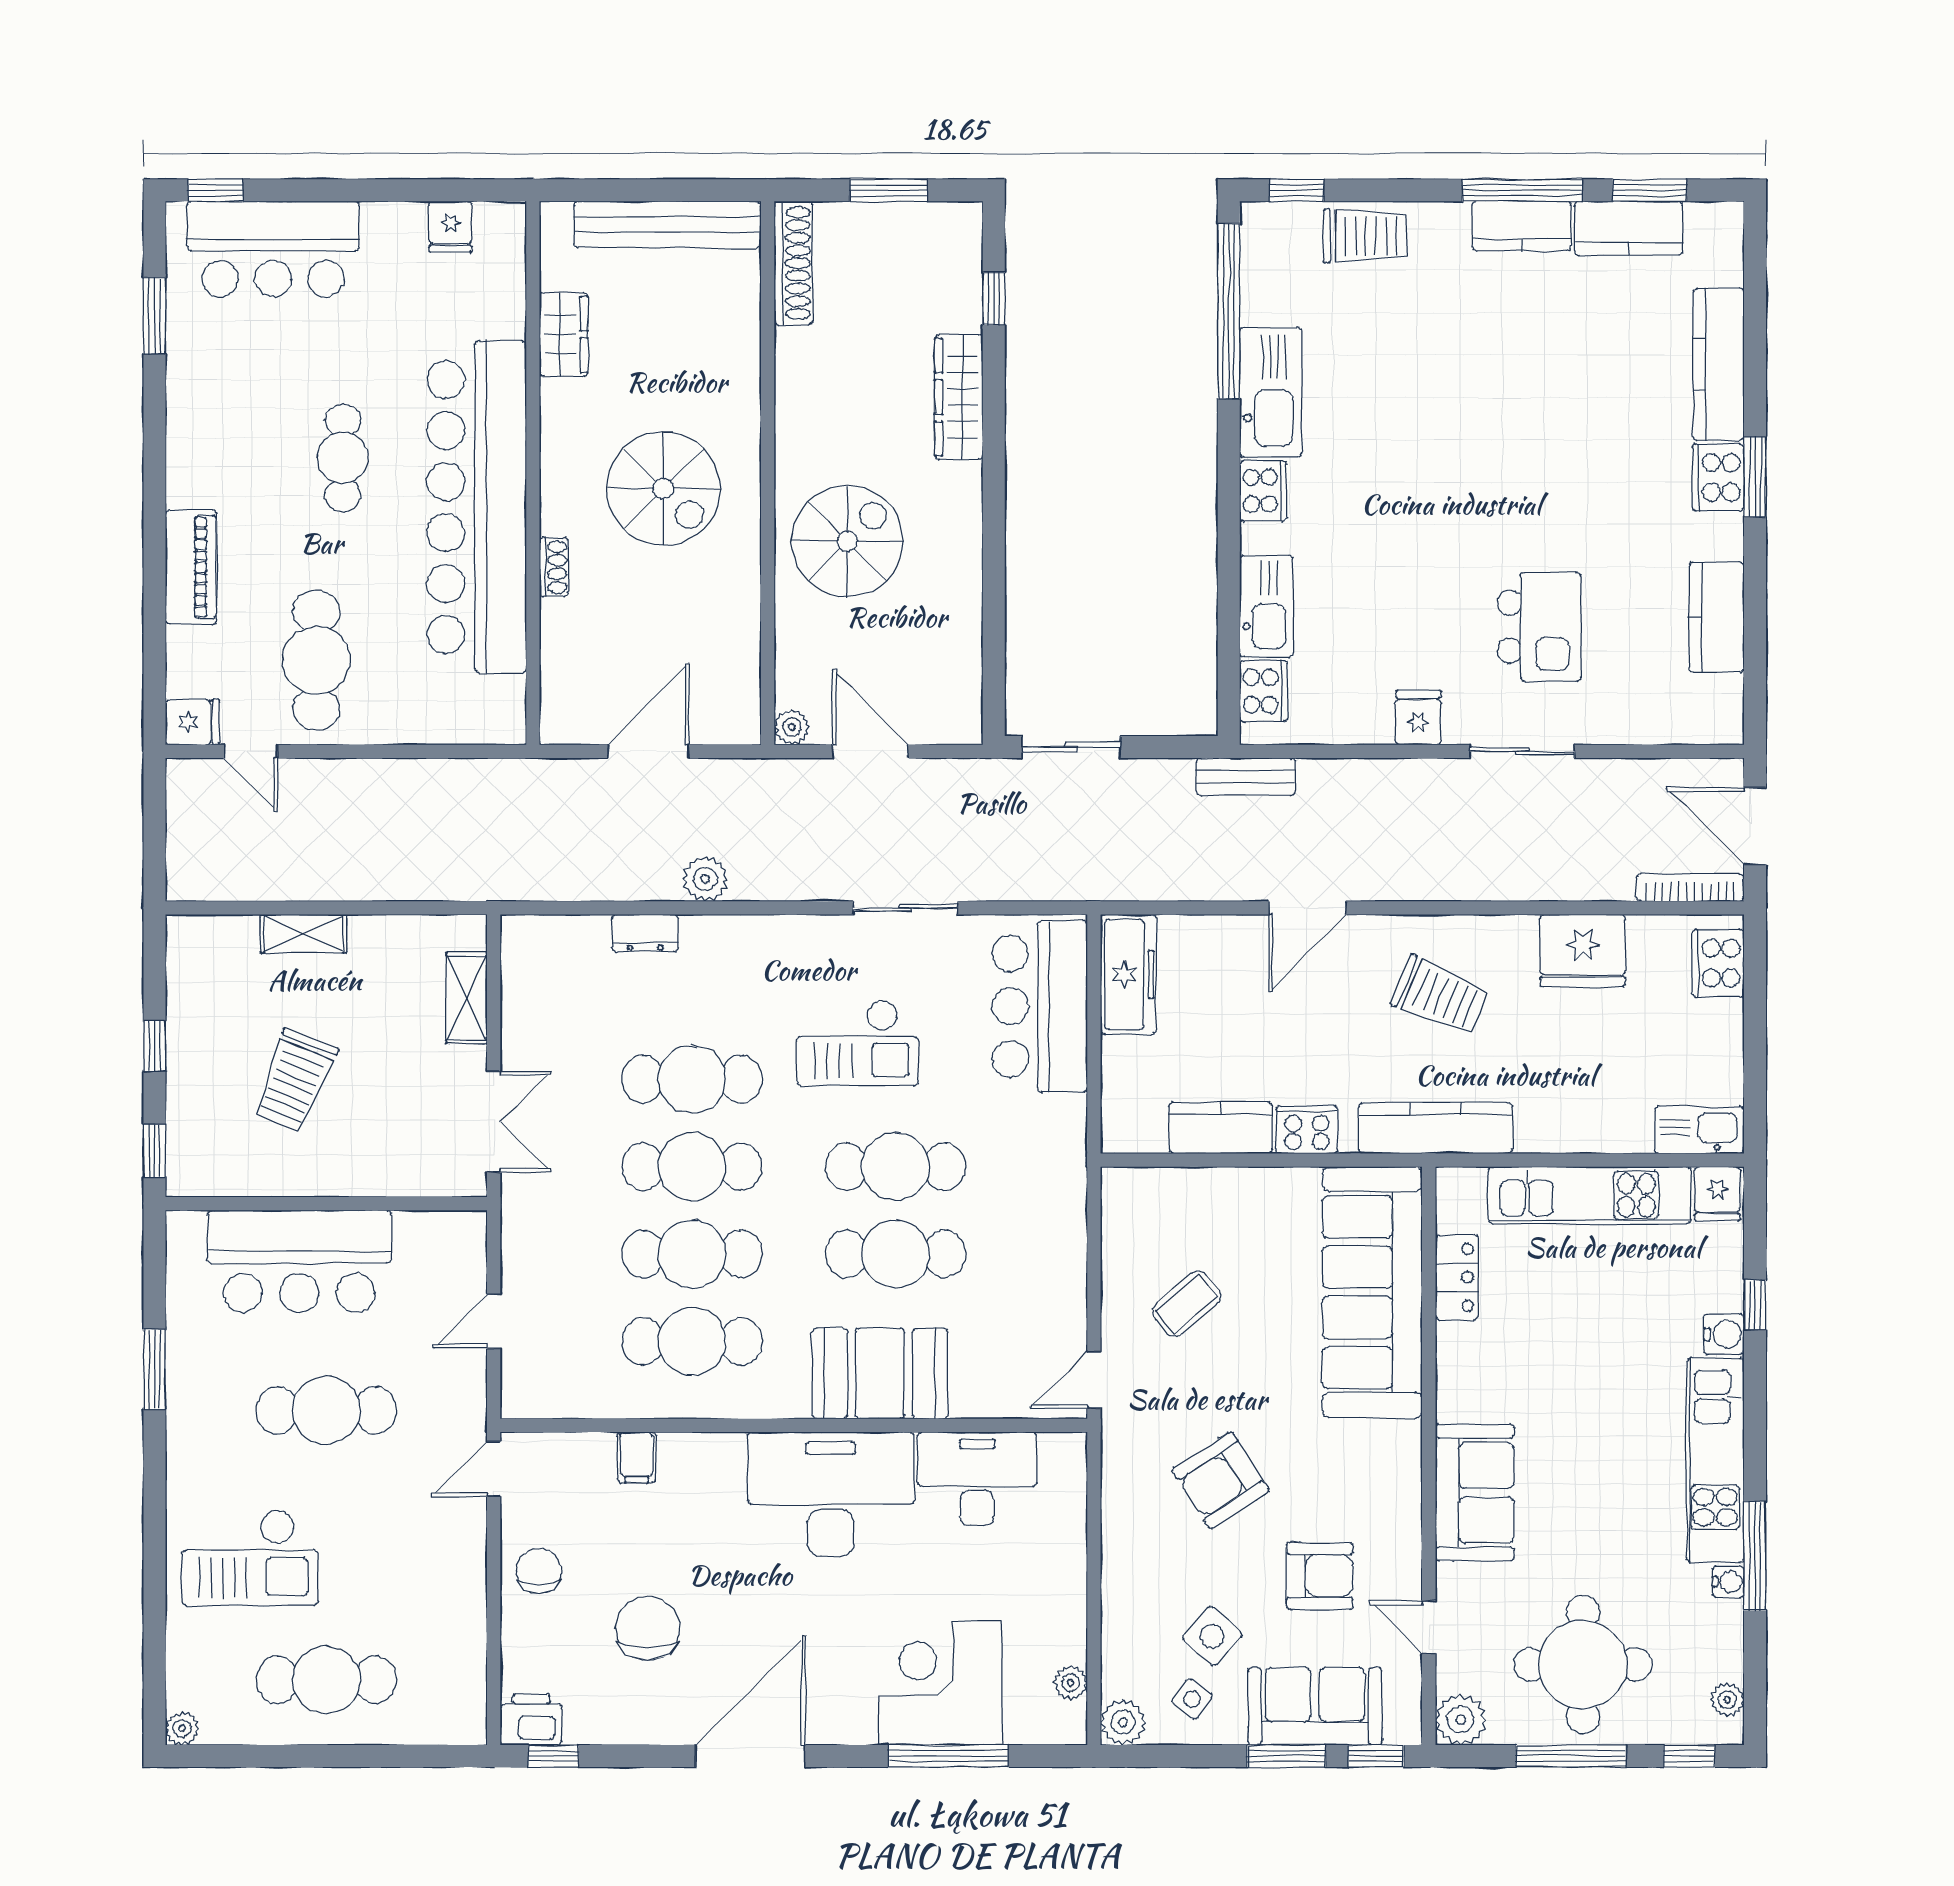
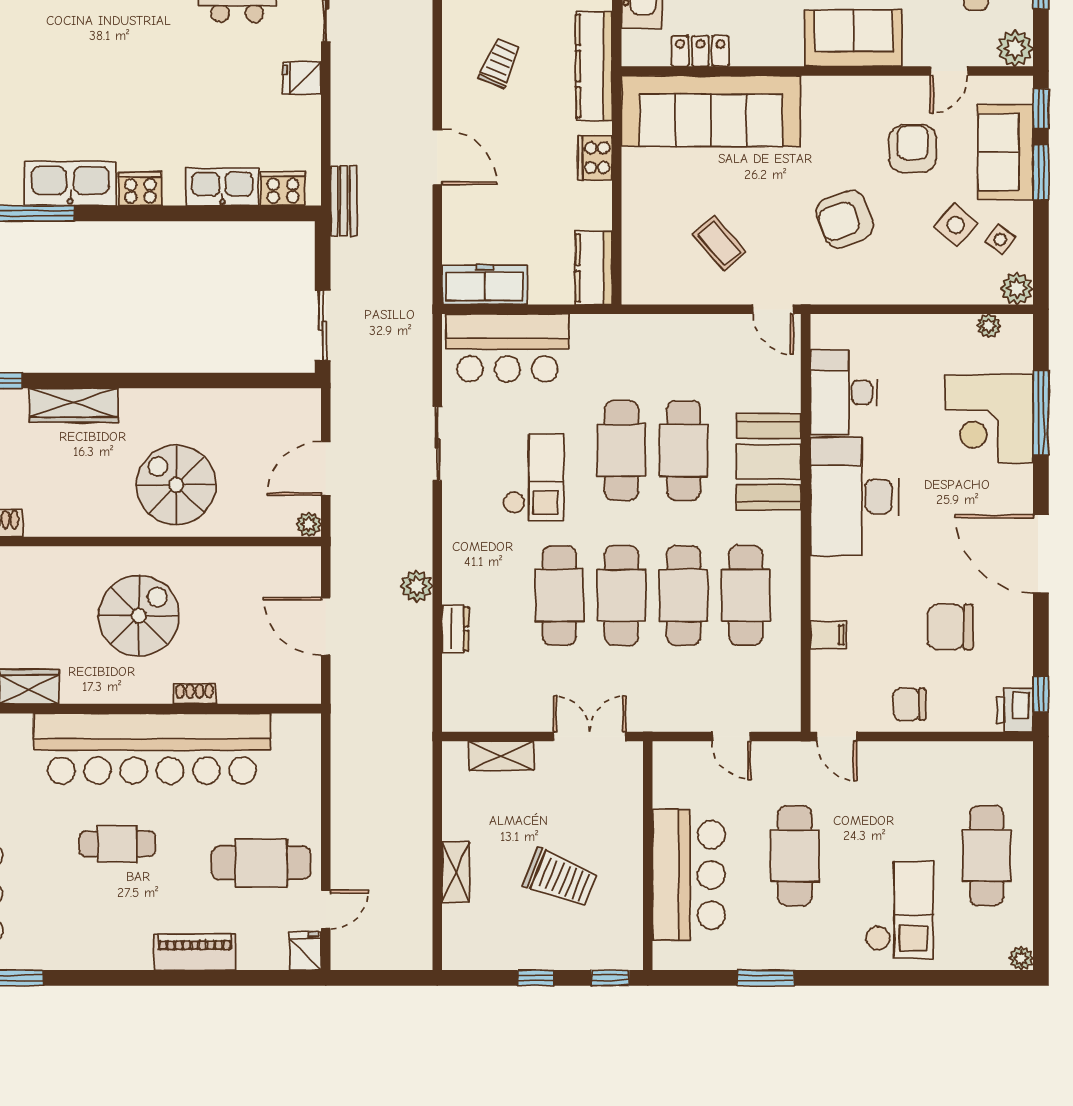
trolley: (1440, 996) -> (500, 63), width x0.73, depth x0.72
kitchen counter: (1221, 1128) -> (594, 268), moved
armchair: (1221, 1480) -> (845, 219), turned 103

